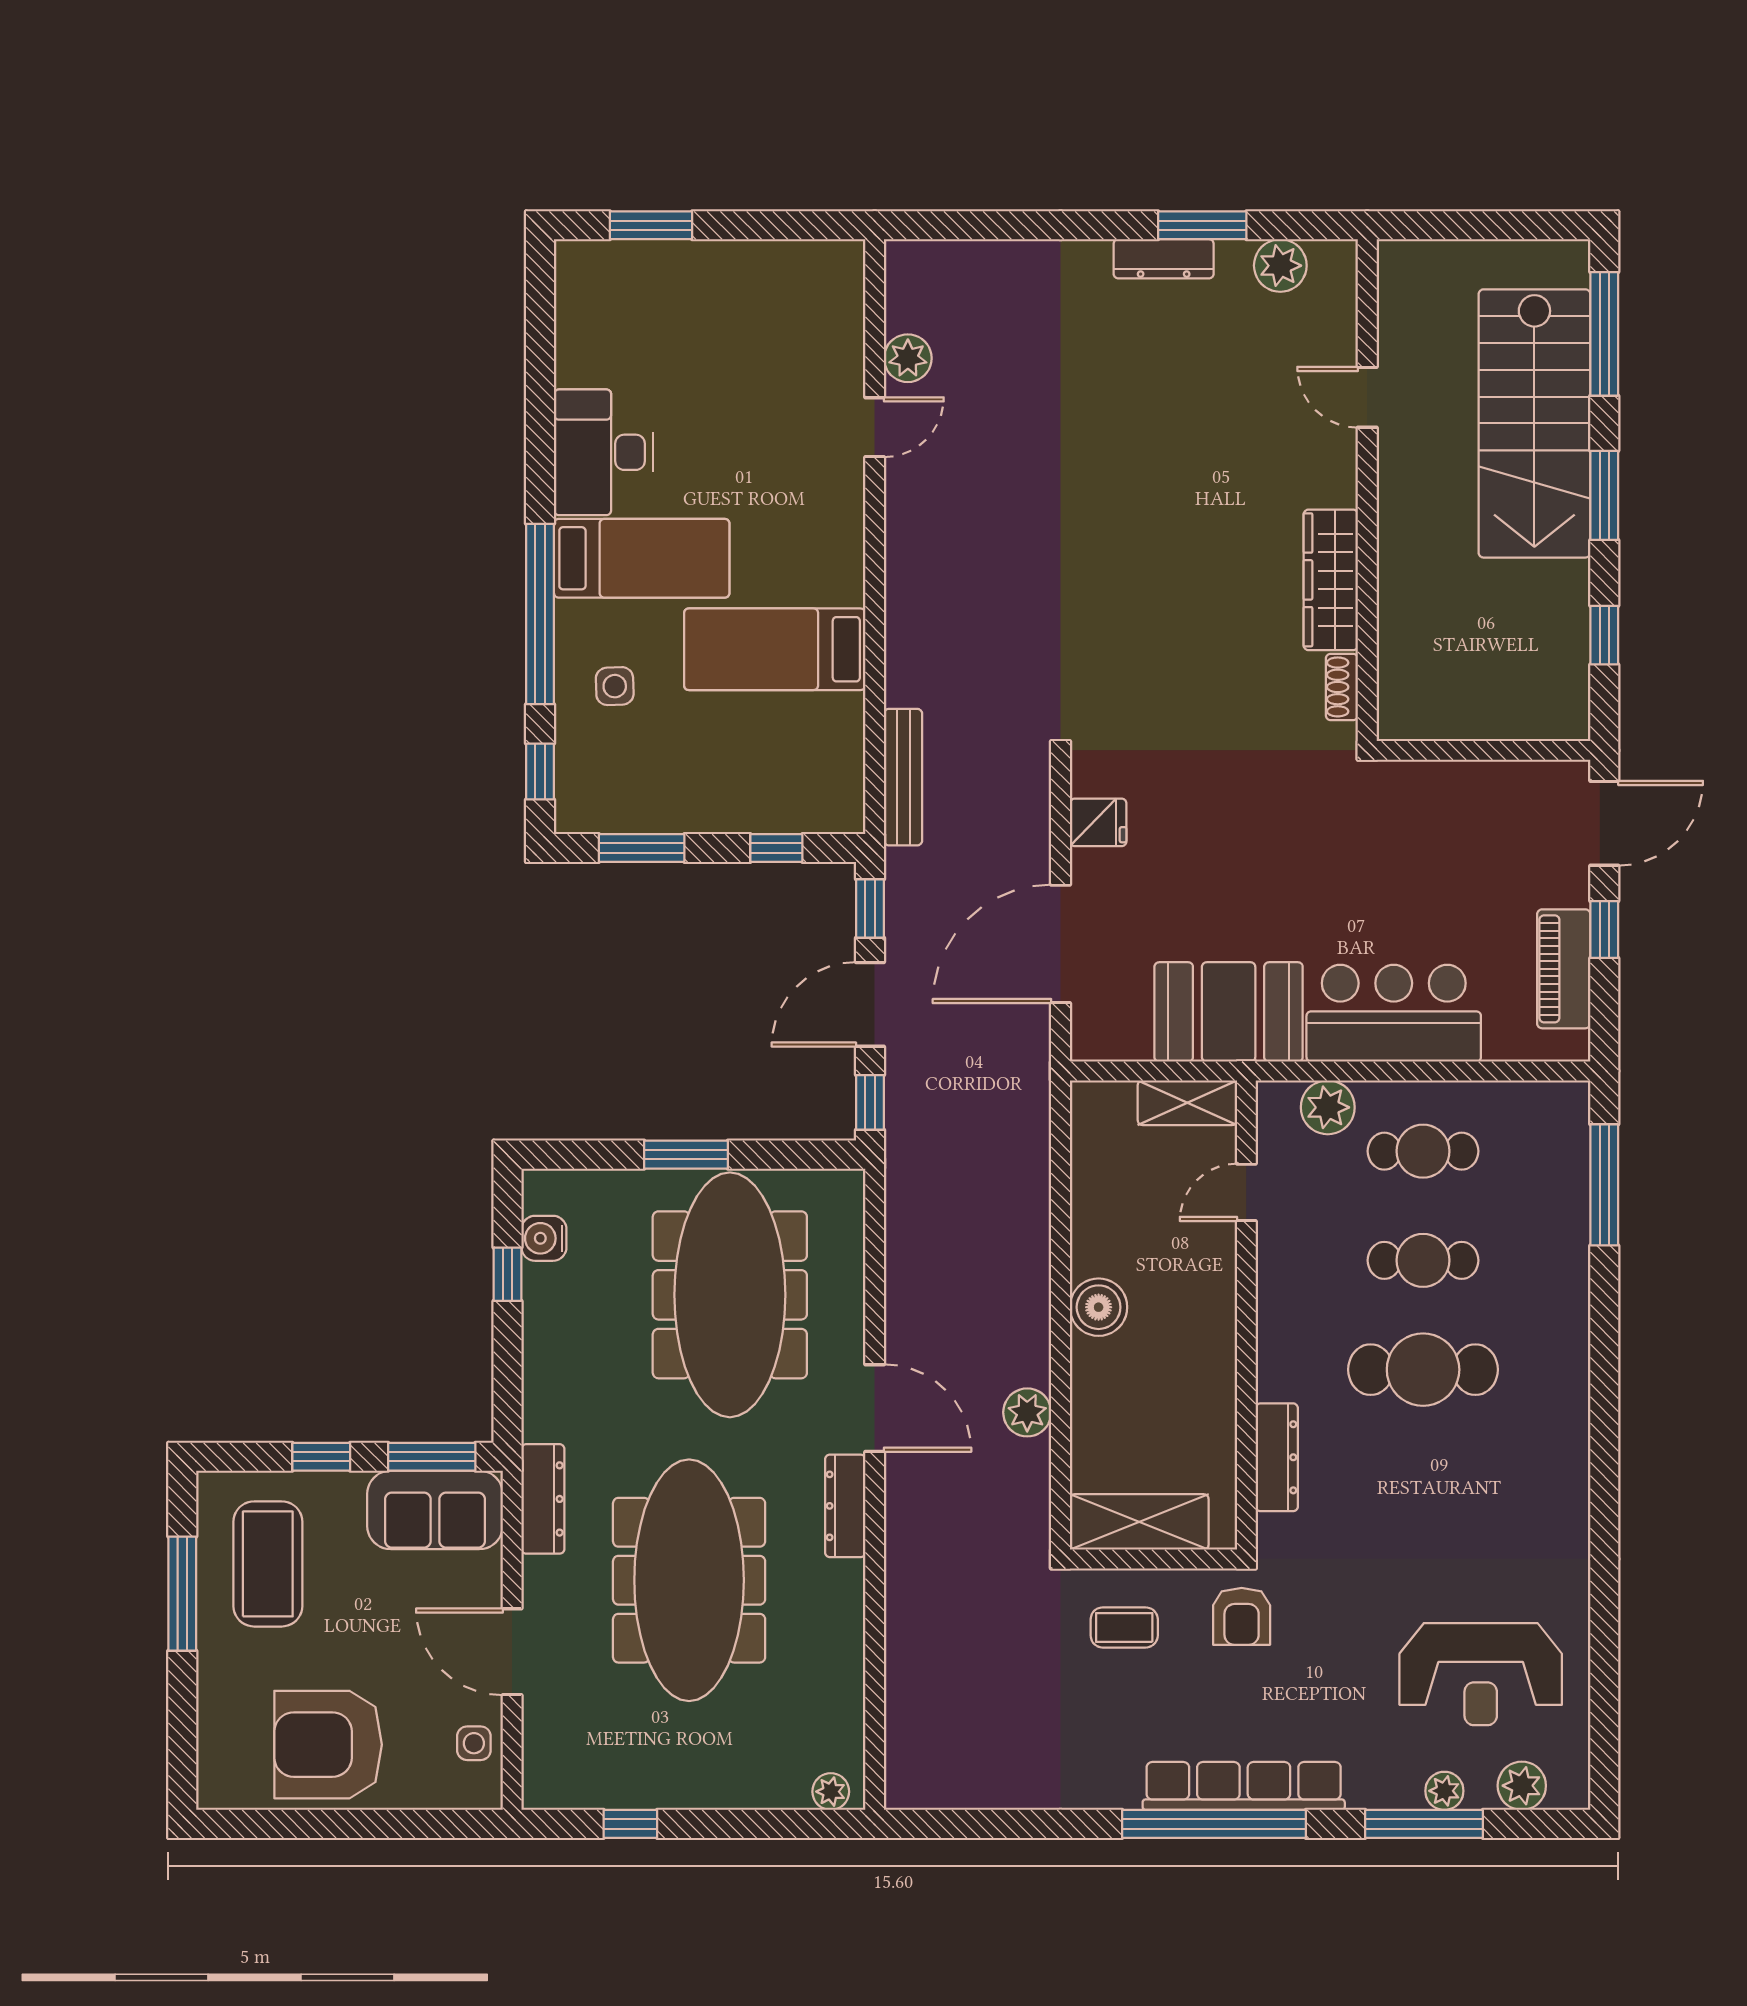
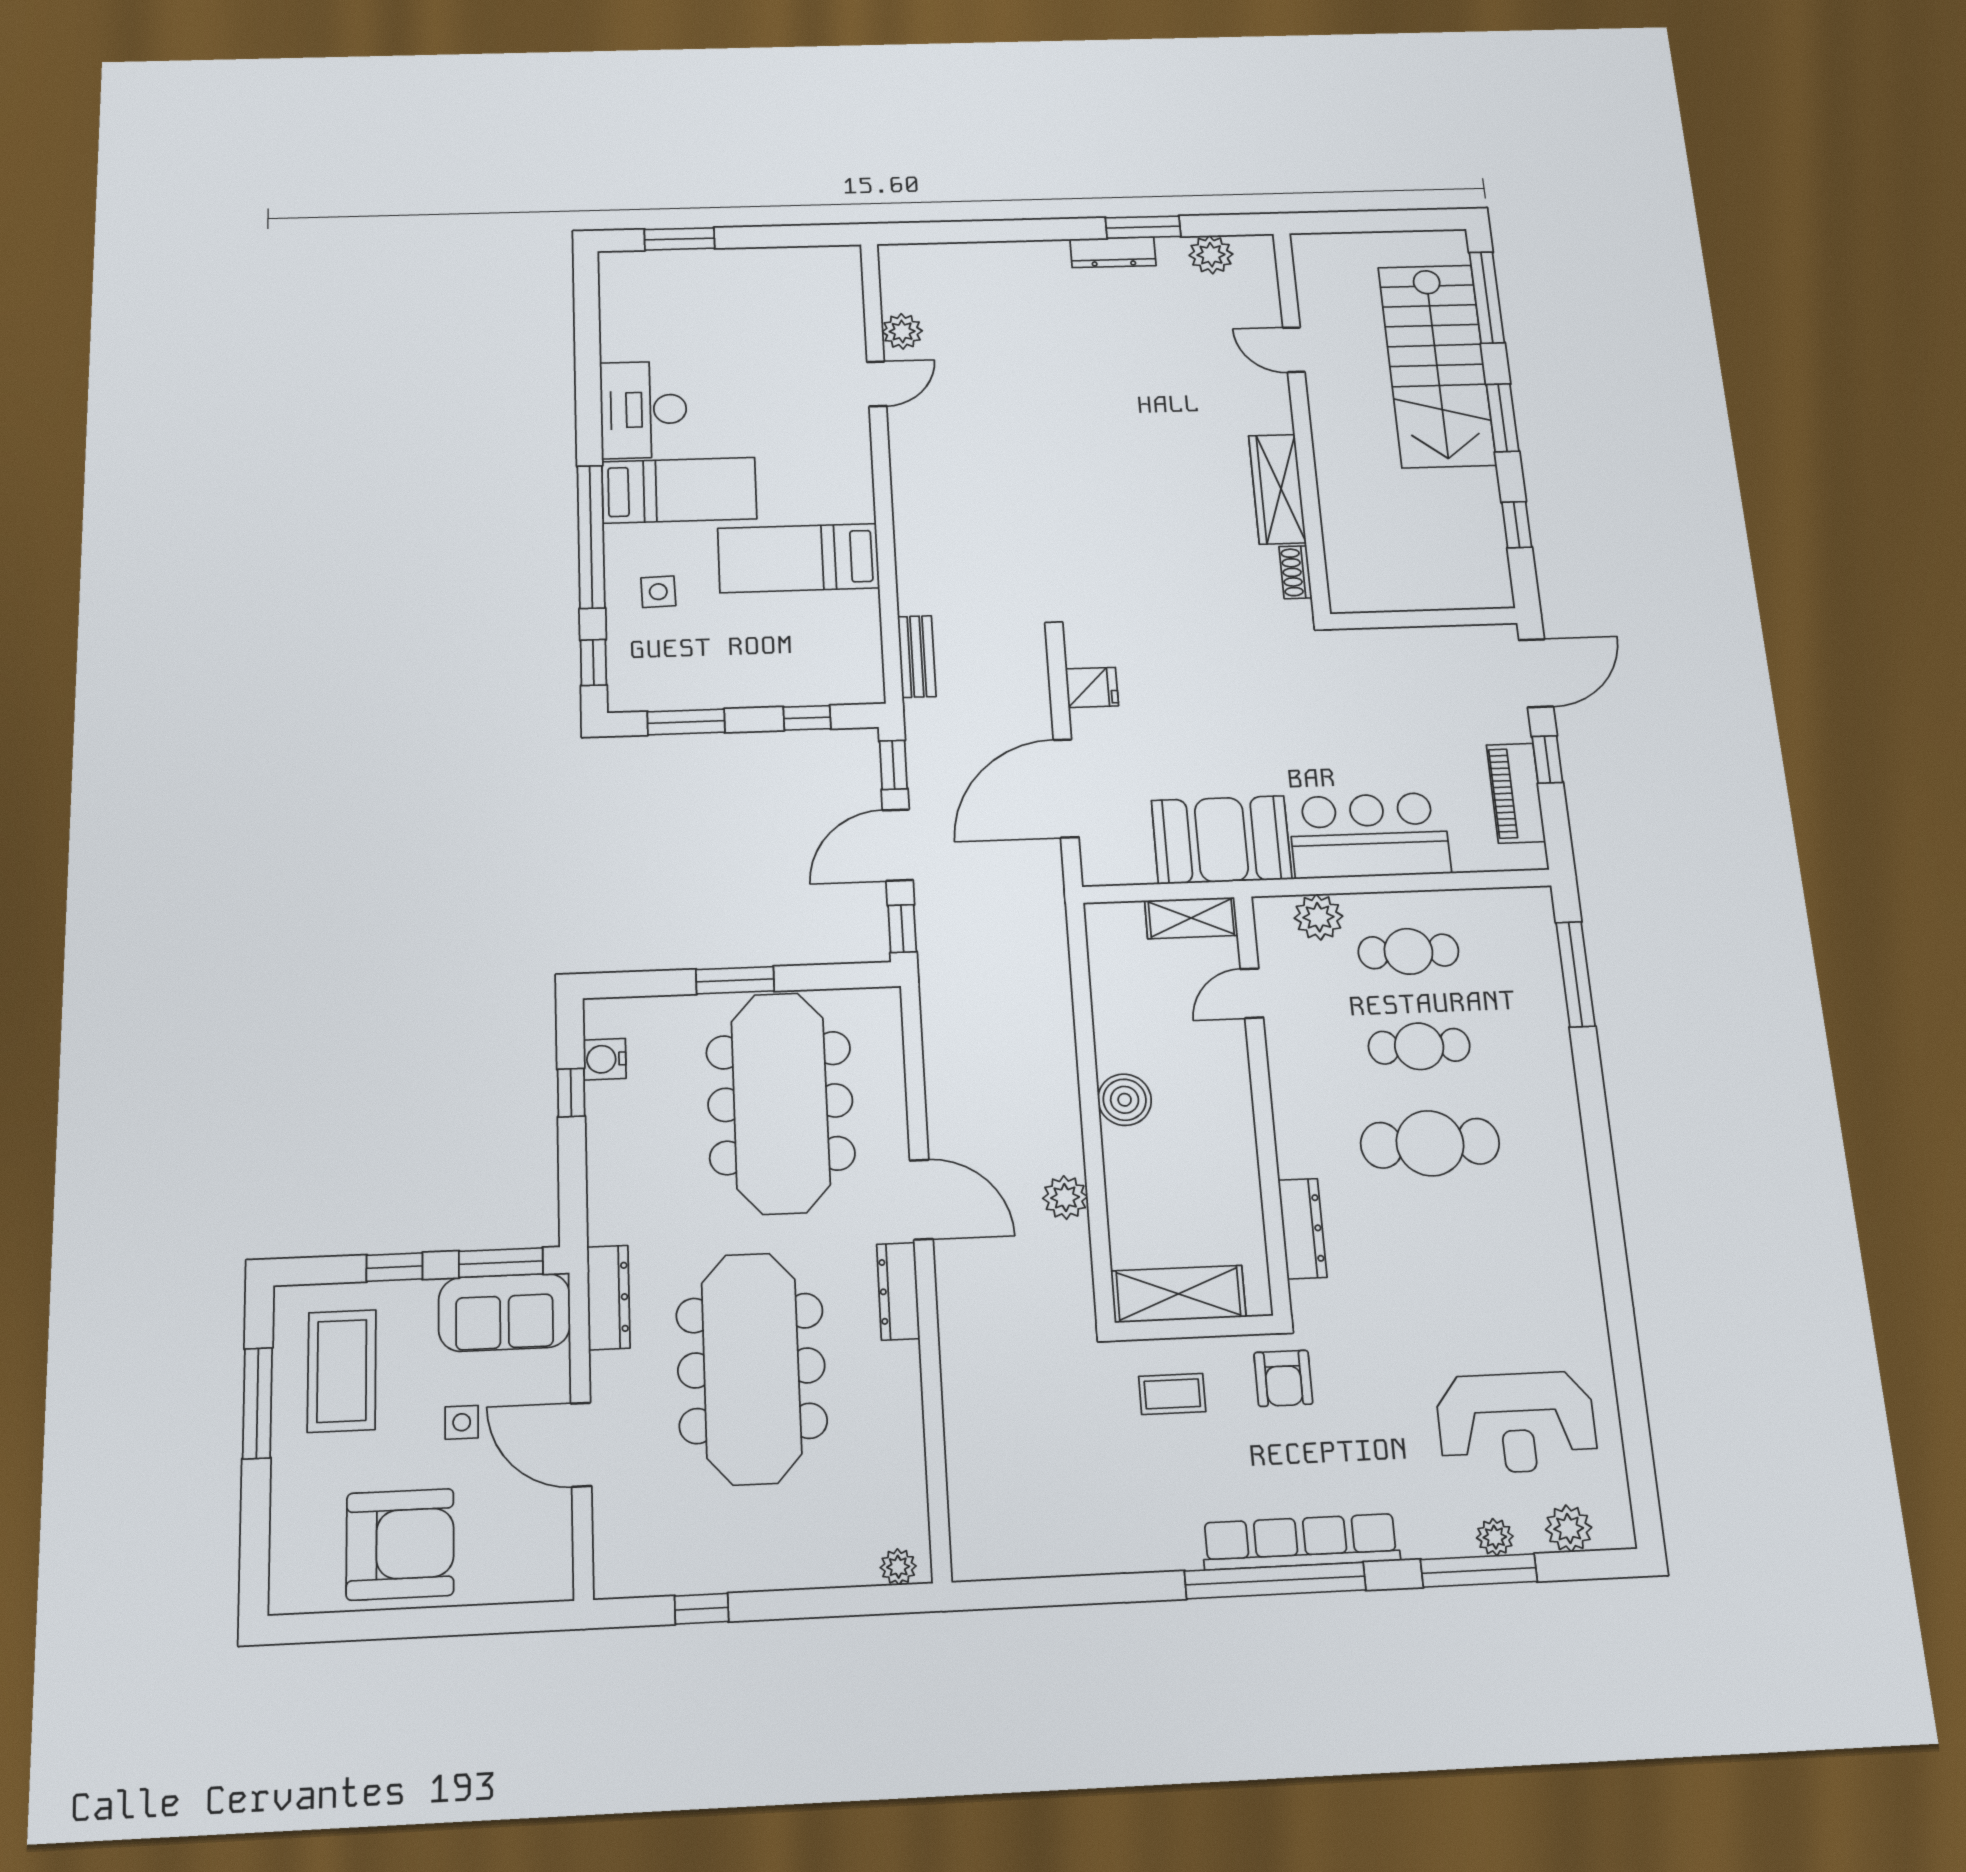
bench: (903, 777) -> (917, 656), width x0.73
side table: (474, 1743) -> (462, 1422), moved
armchair: (328, 1745) -> (400, 1544), turned 180

